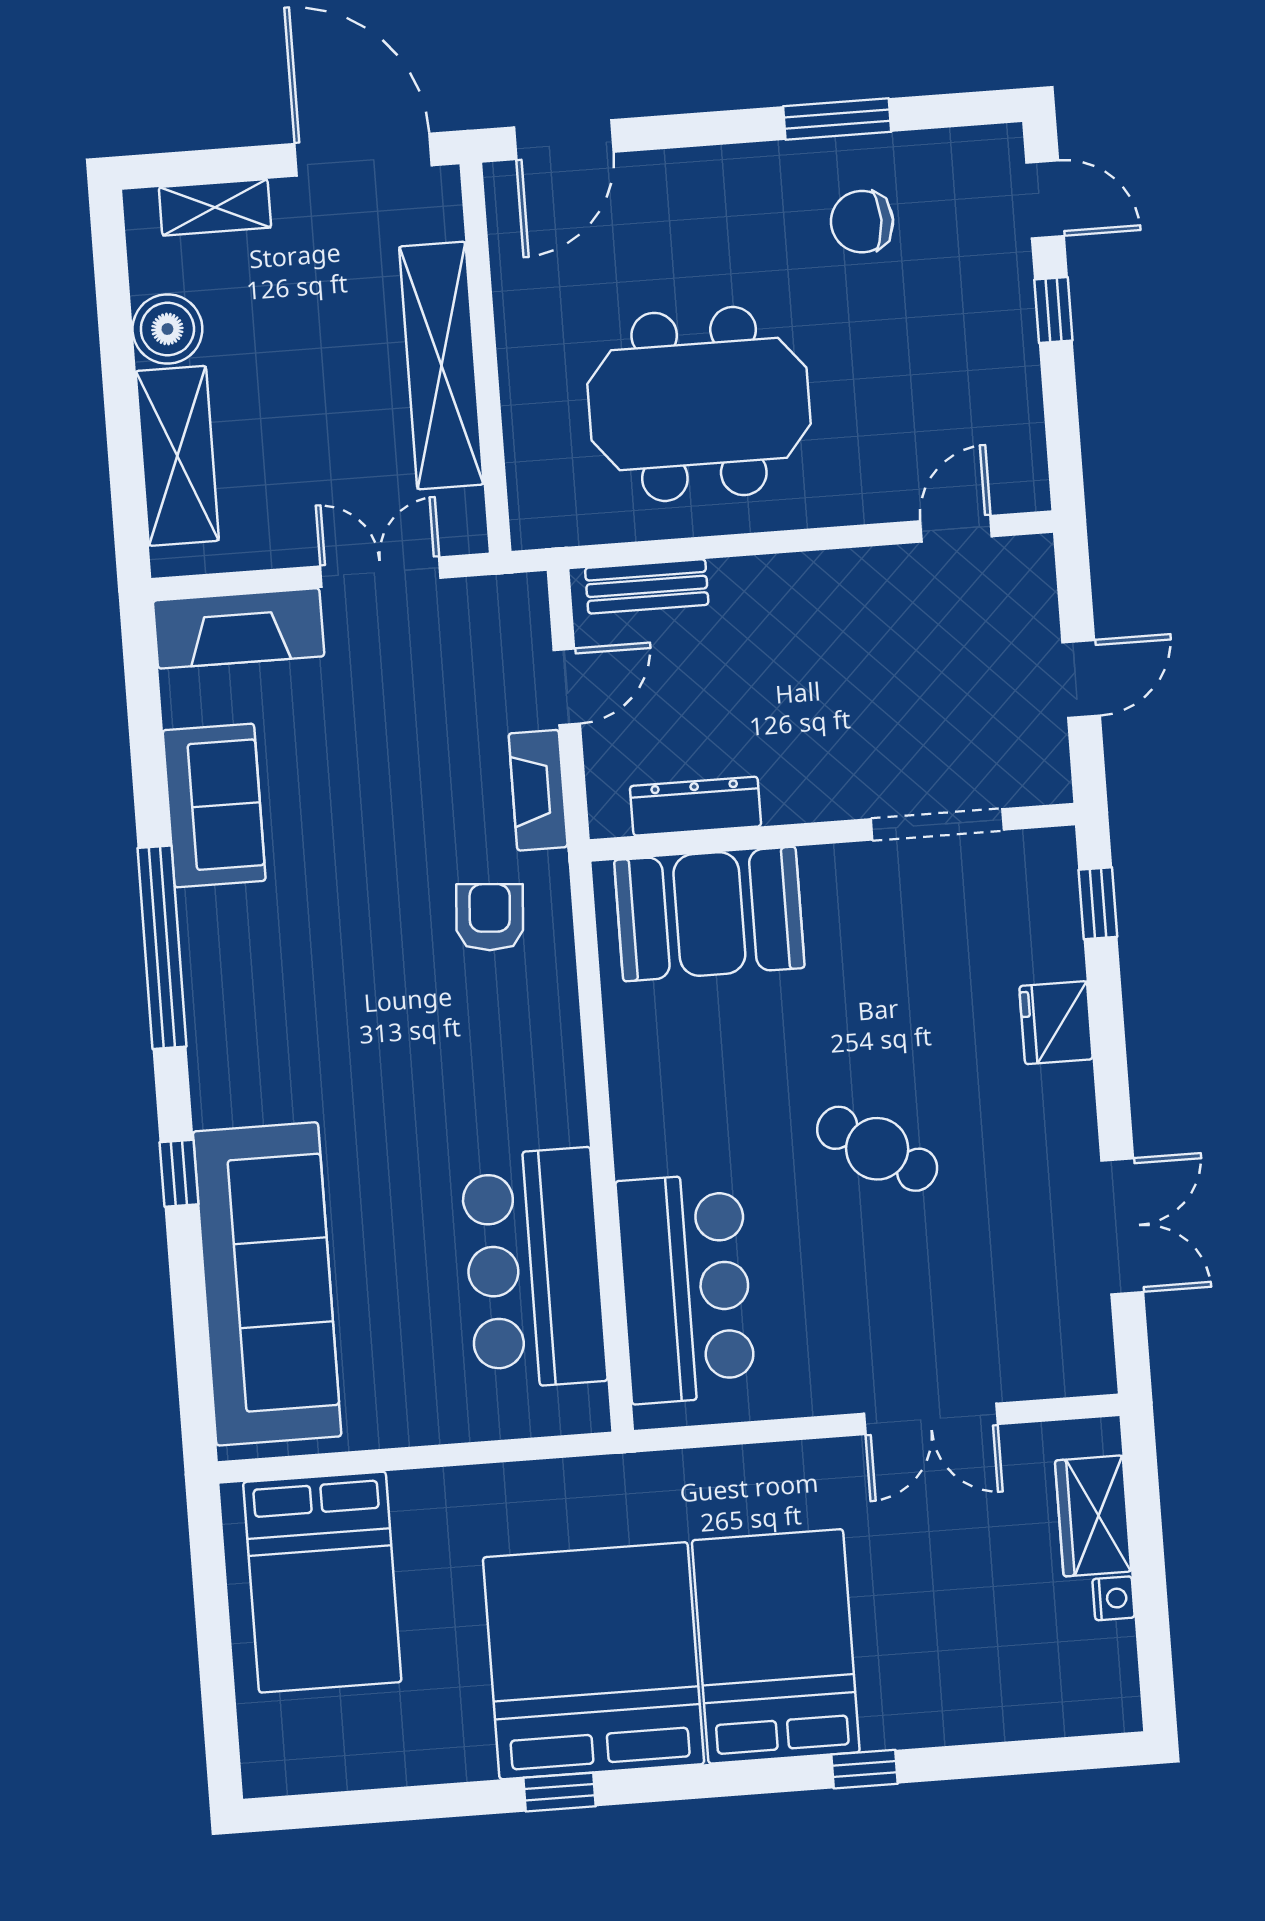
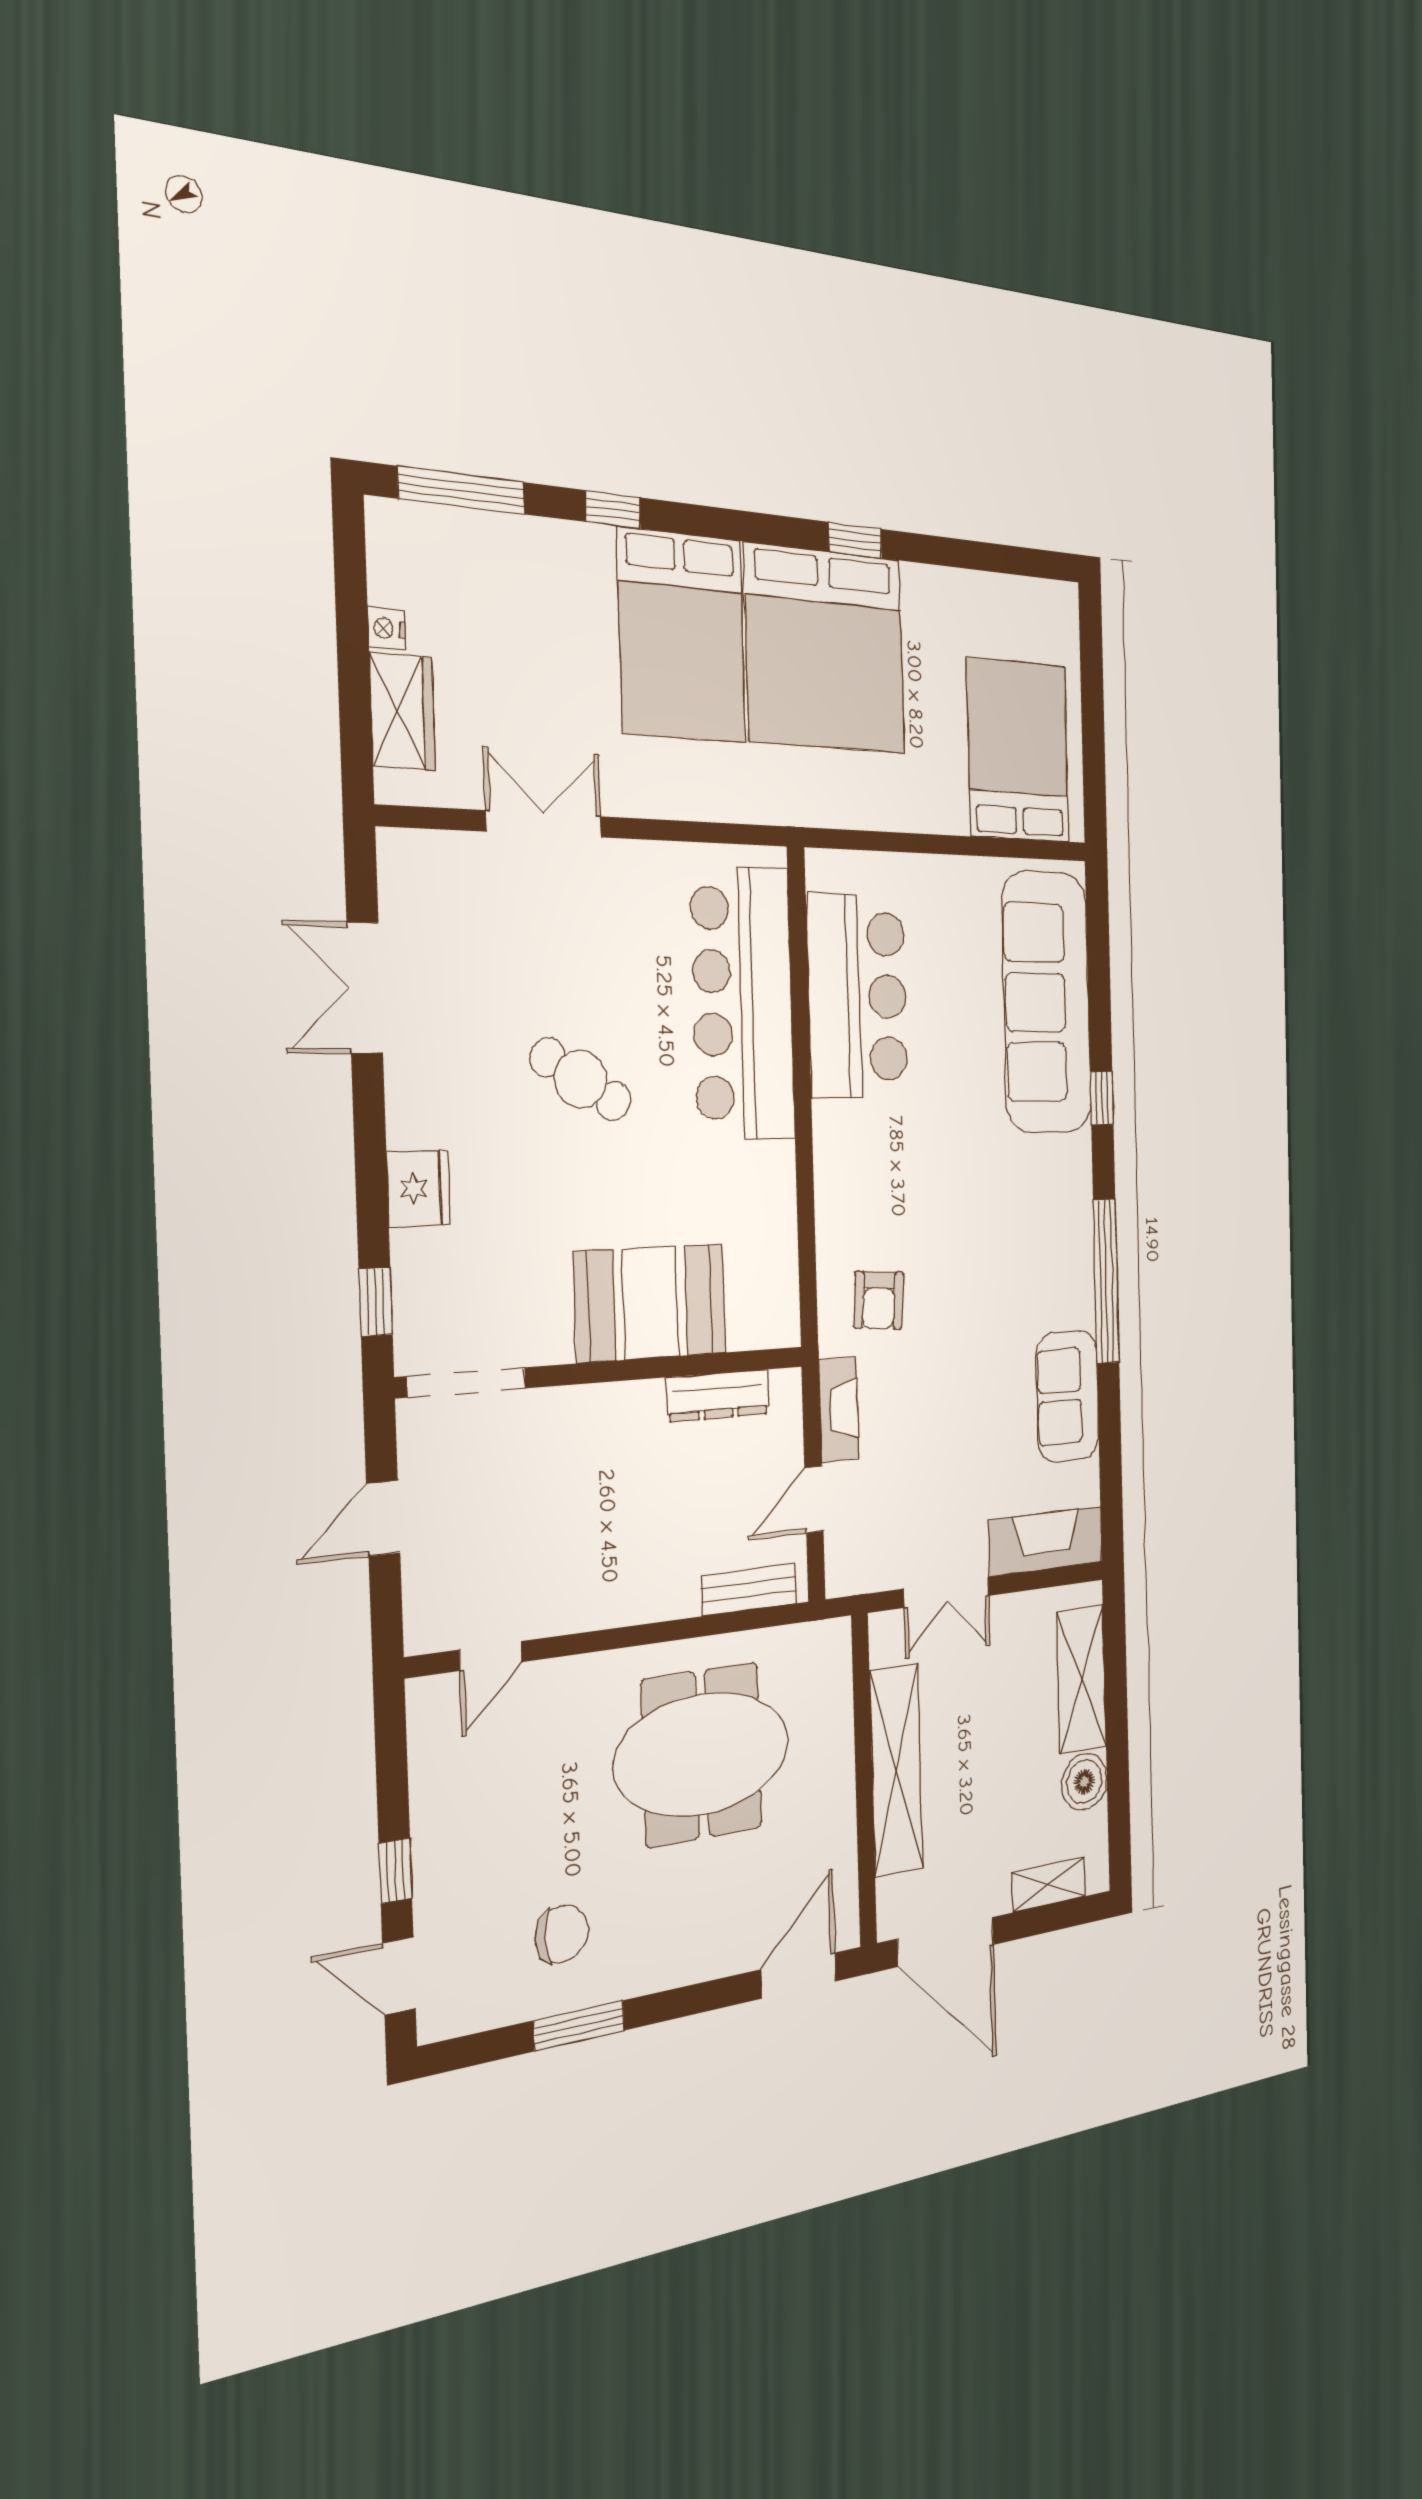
doorway: (937, 824) -> (467, 1382), moved
booth: (709, 914) -> (650, 1303), moved
bar counter: (686, 1288) -> (743, 1003), width x1.36
window: (1038, 1756) -> (462, 490), added

